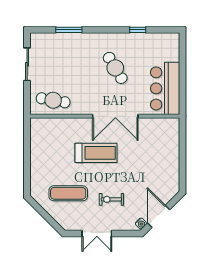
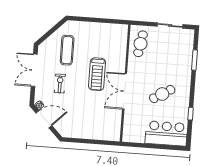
bar counter: (165, 88) -> (166, 133), moved
double door: (97, 233) -> (34, 70), width x1.37

